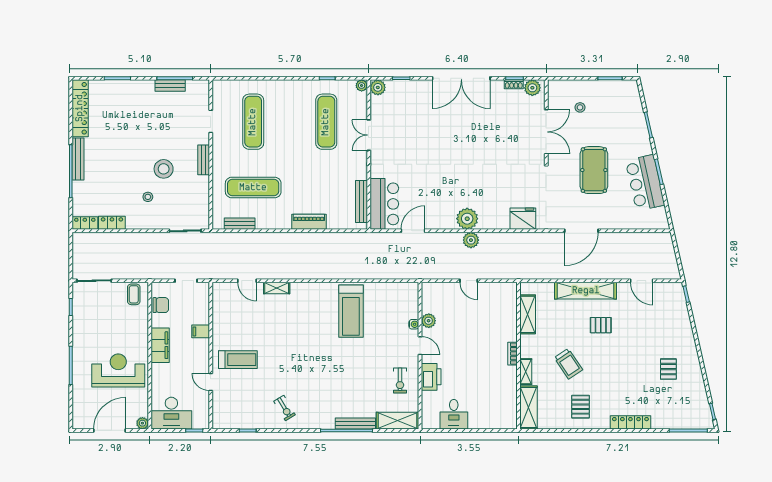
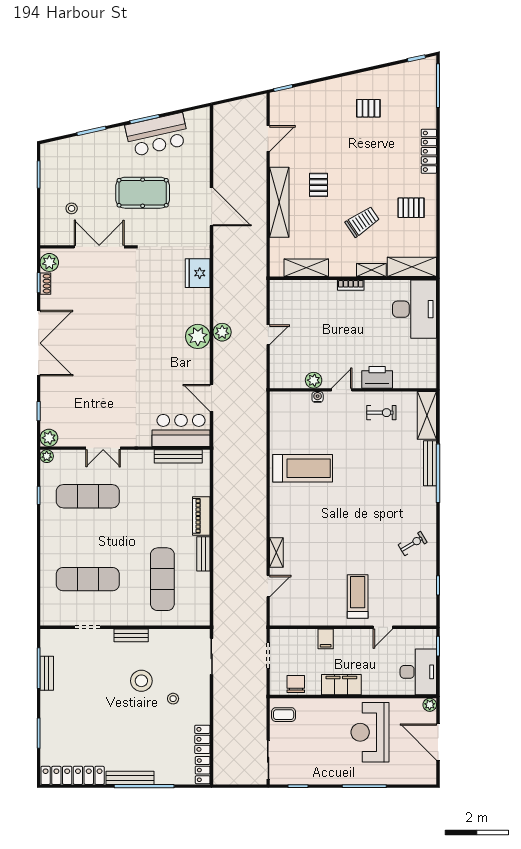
bench: (240, 224) -> (203, 554), moved
desk: (454, 414) -> (414, 309), moved, width x1.87, depth x1.30

